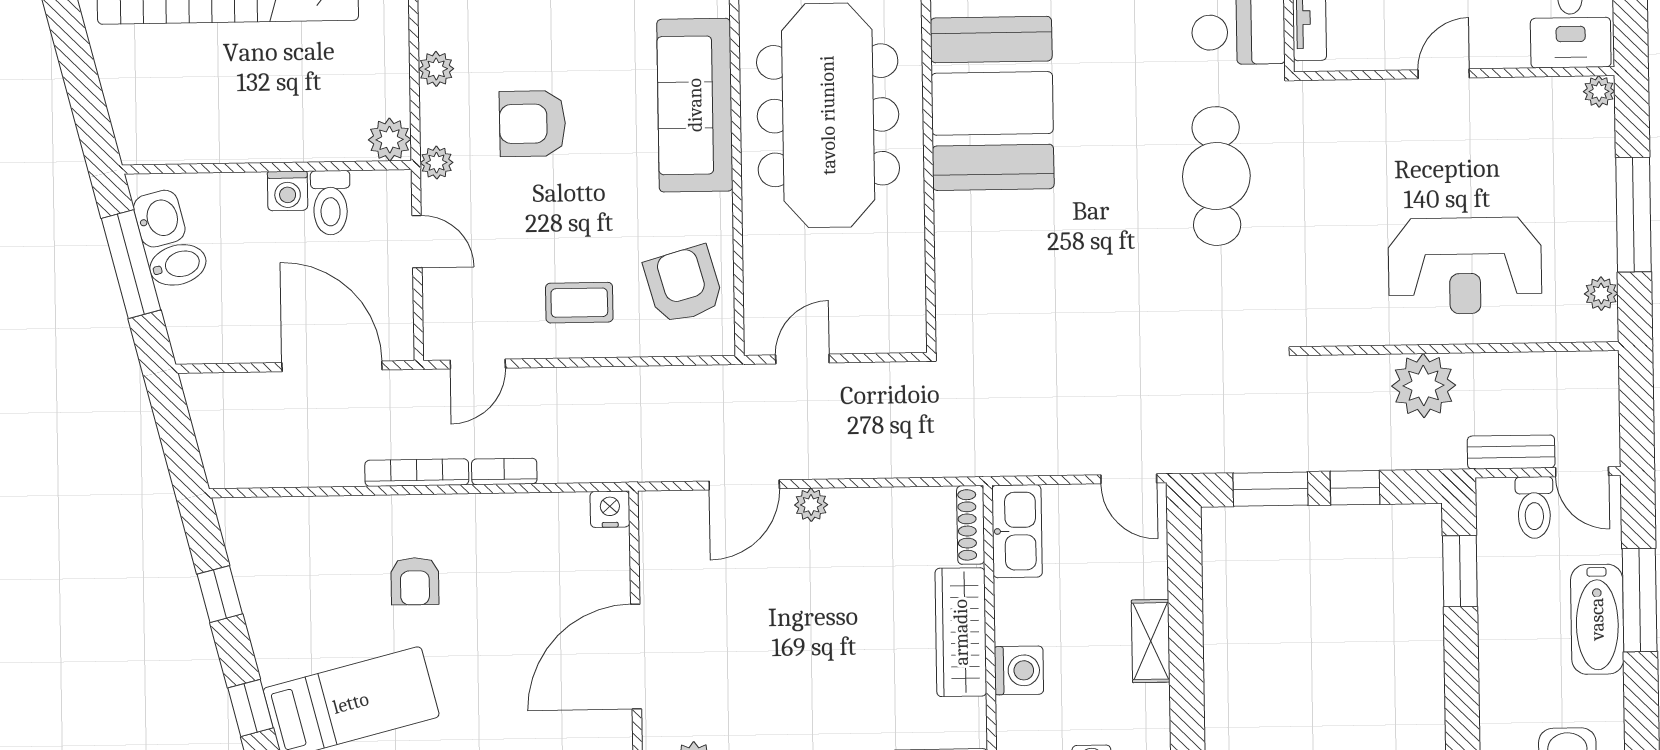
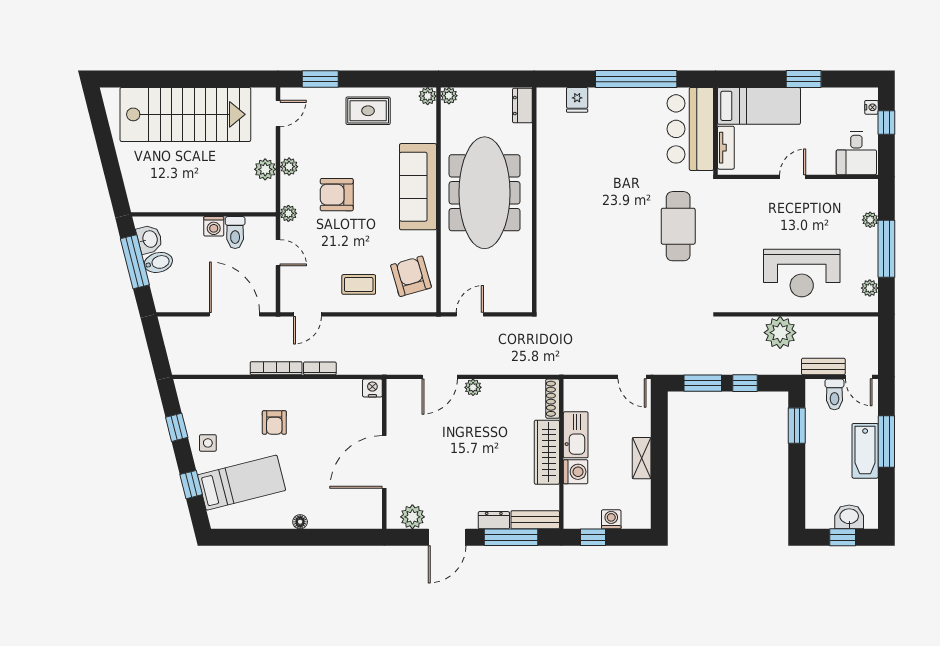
plant: (1599, 91) -> (870, 220), moved
booth: (992, 103) -> (567, 188), removed
plant: (390, 140) -> (265, 169), moved
kitchen sink: (1017, 531) -> (576, 435), moved
side table: (283, 624) -> (208, 443), added

